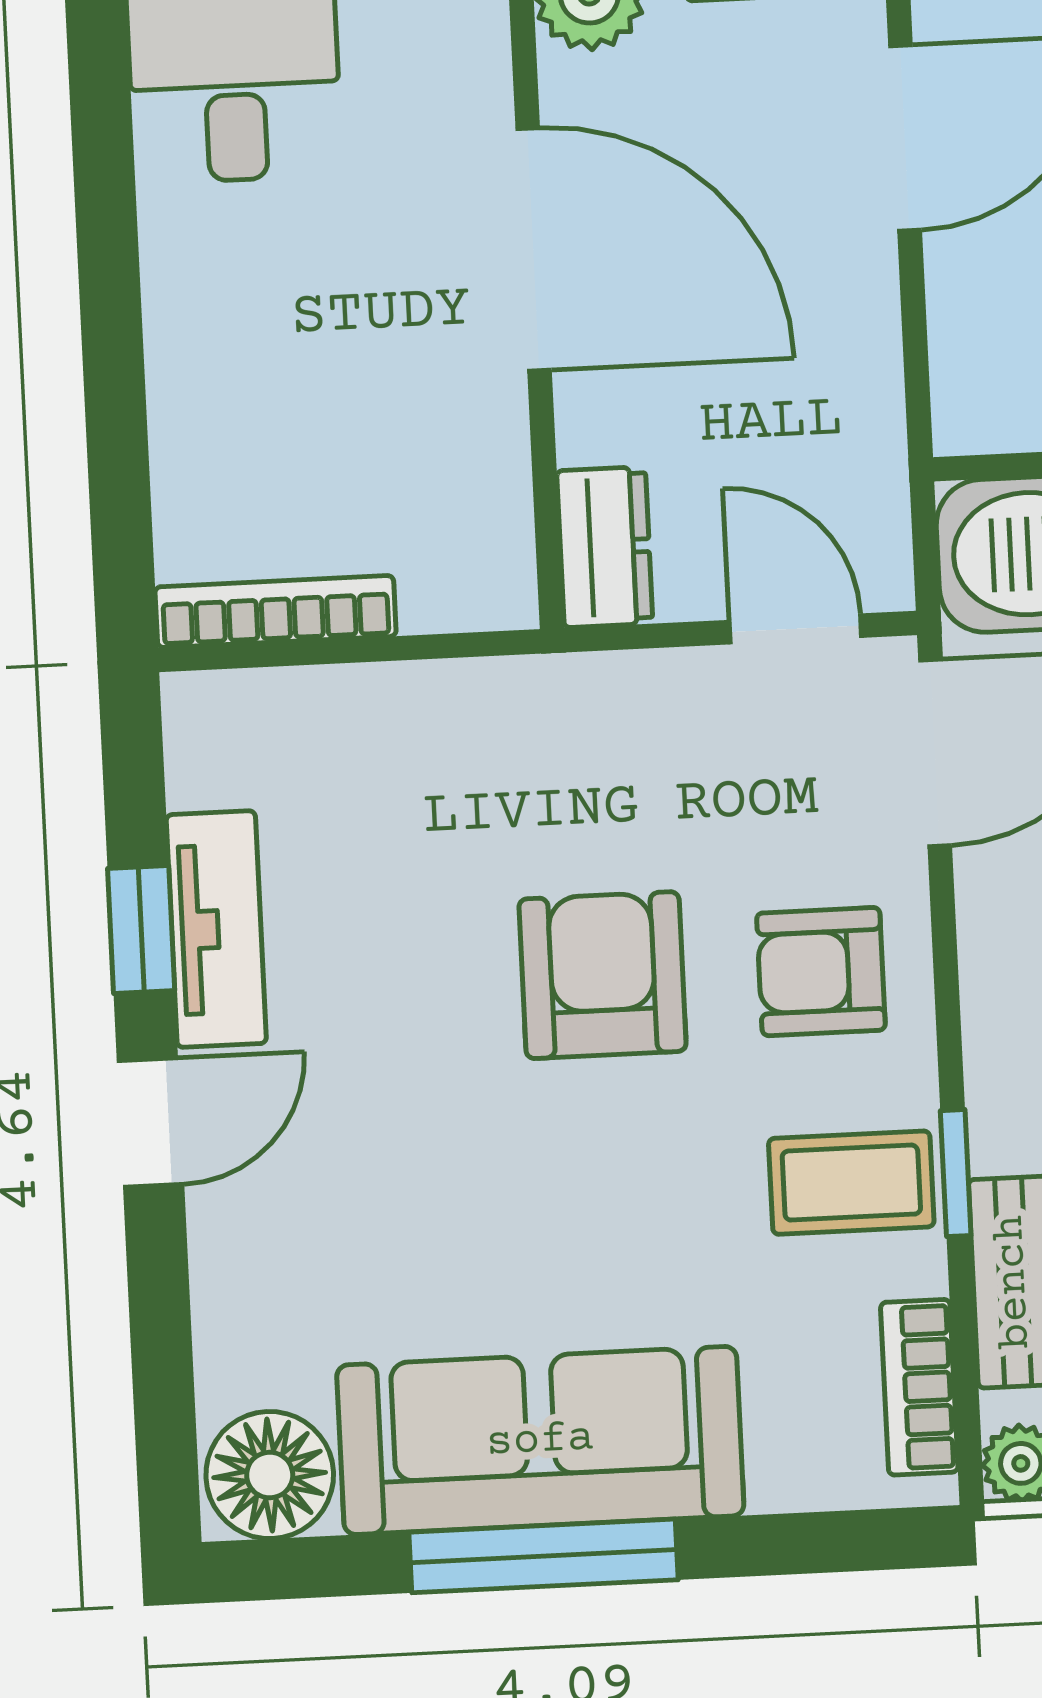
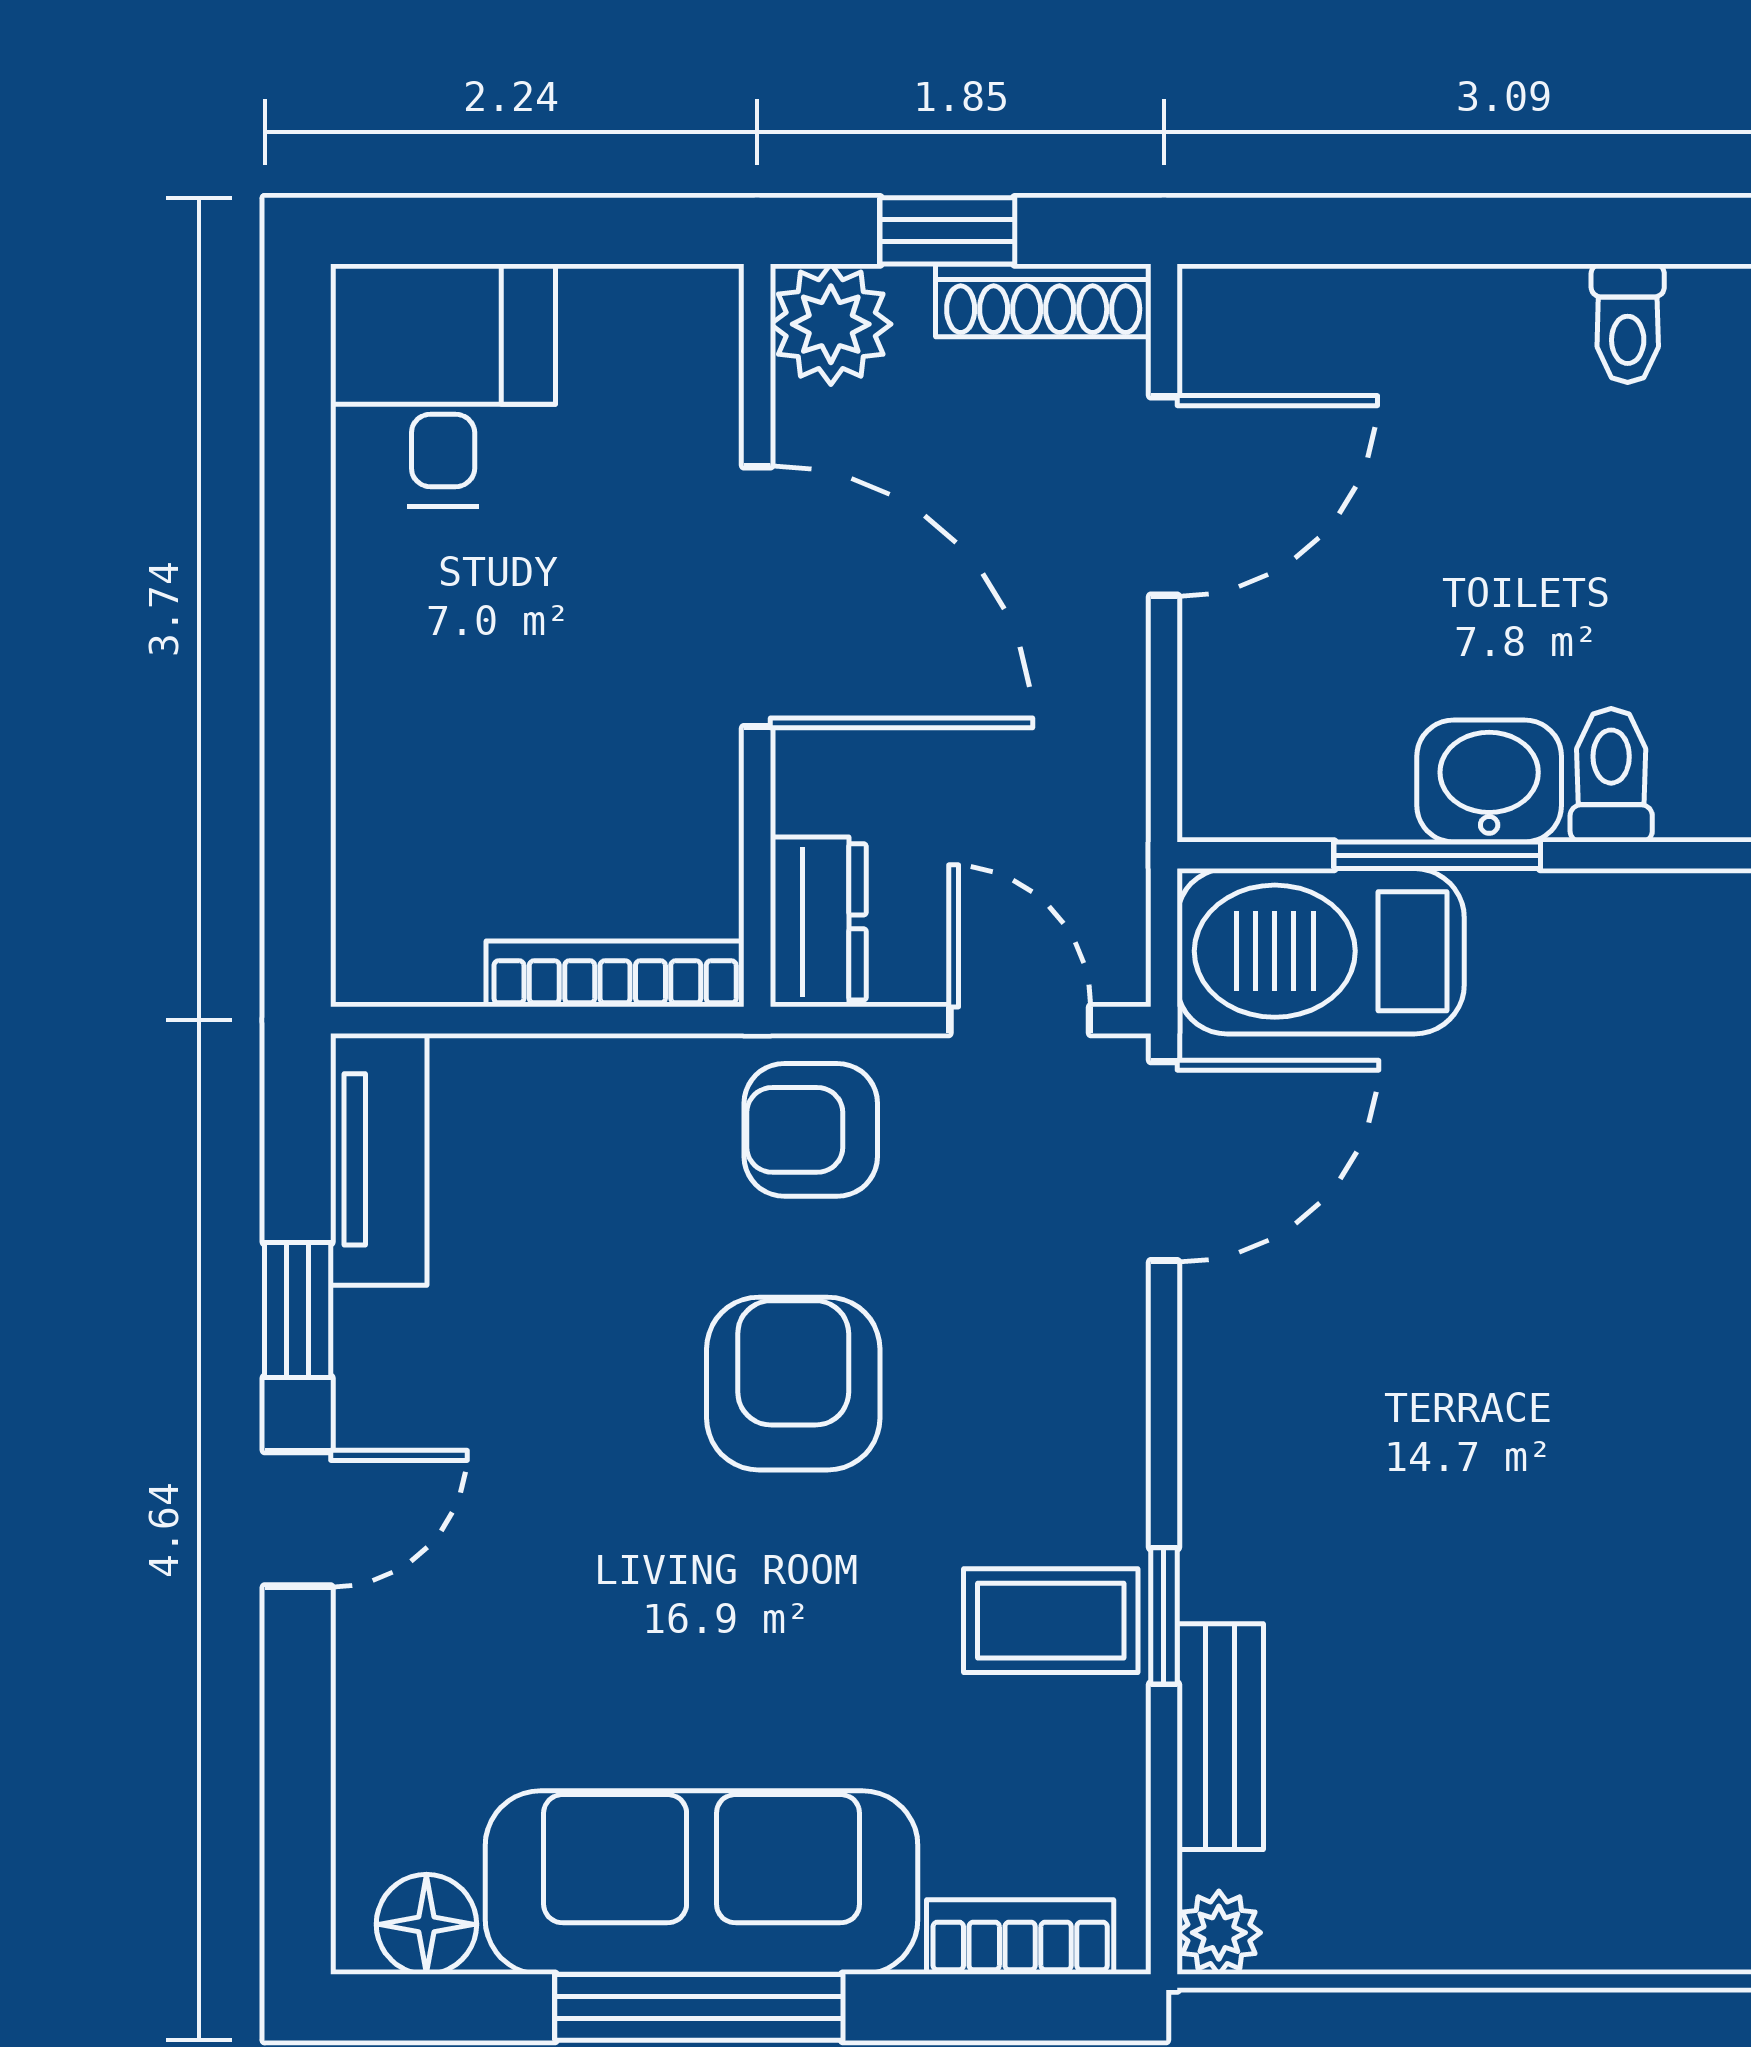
bookcase: (276, 612) -> (615, 974), moved
tv unit: (216, 929) -> (379, 1159), moved
armchair: (821, 972) -> (811, 1130), moved
bookcase: (919, 1387) -> (1020, 1937), moved, turned 90
floor lamp: (270, 1475) -> (426, 1924), width x0.73, depth x0.73

